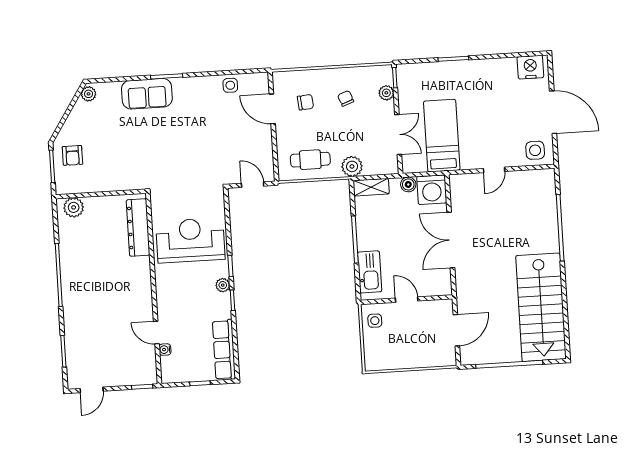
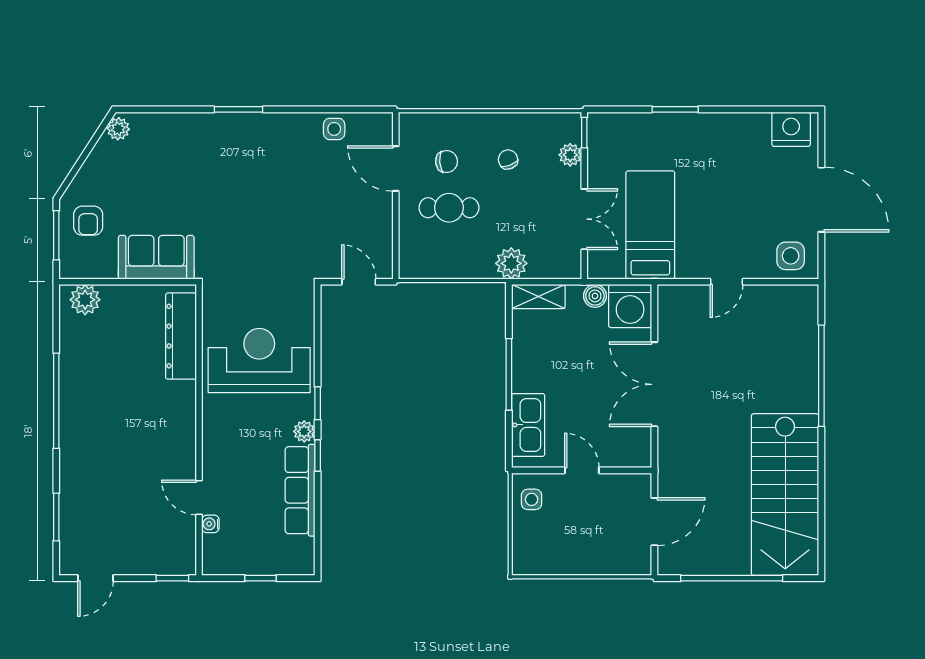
sofa: (147, 94) -> (156, 257), moved, turned 180
cafe table: (310, 160) -> (449, 208), moved
row of seats: (224, 350) -> (300, 490), moved

